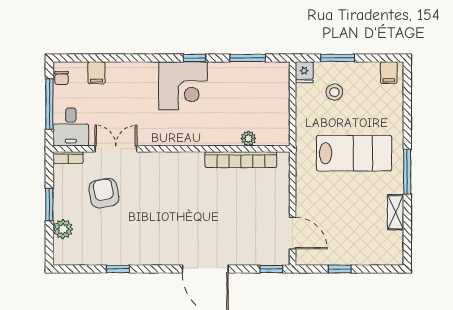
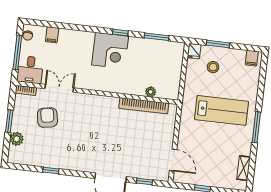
shelving: (396, 212) -> (244, 168), moved
window: (271, 269) -> (144, 182), moved

